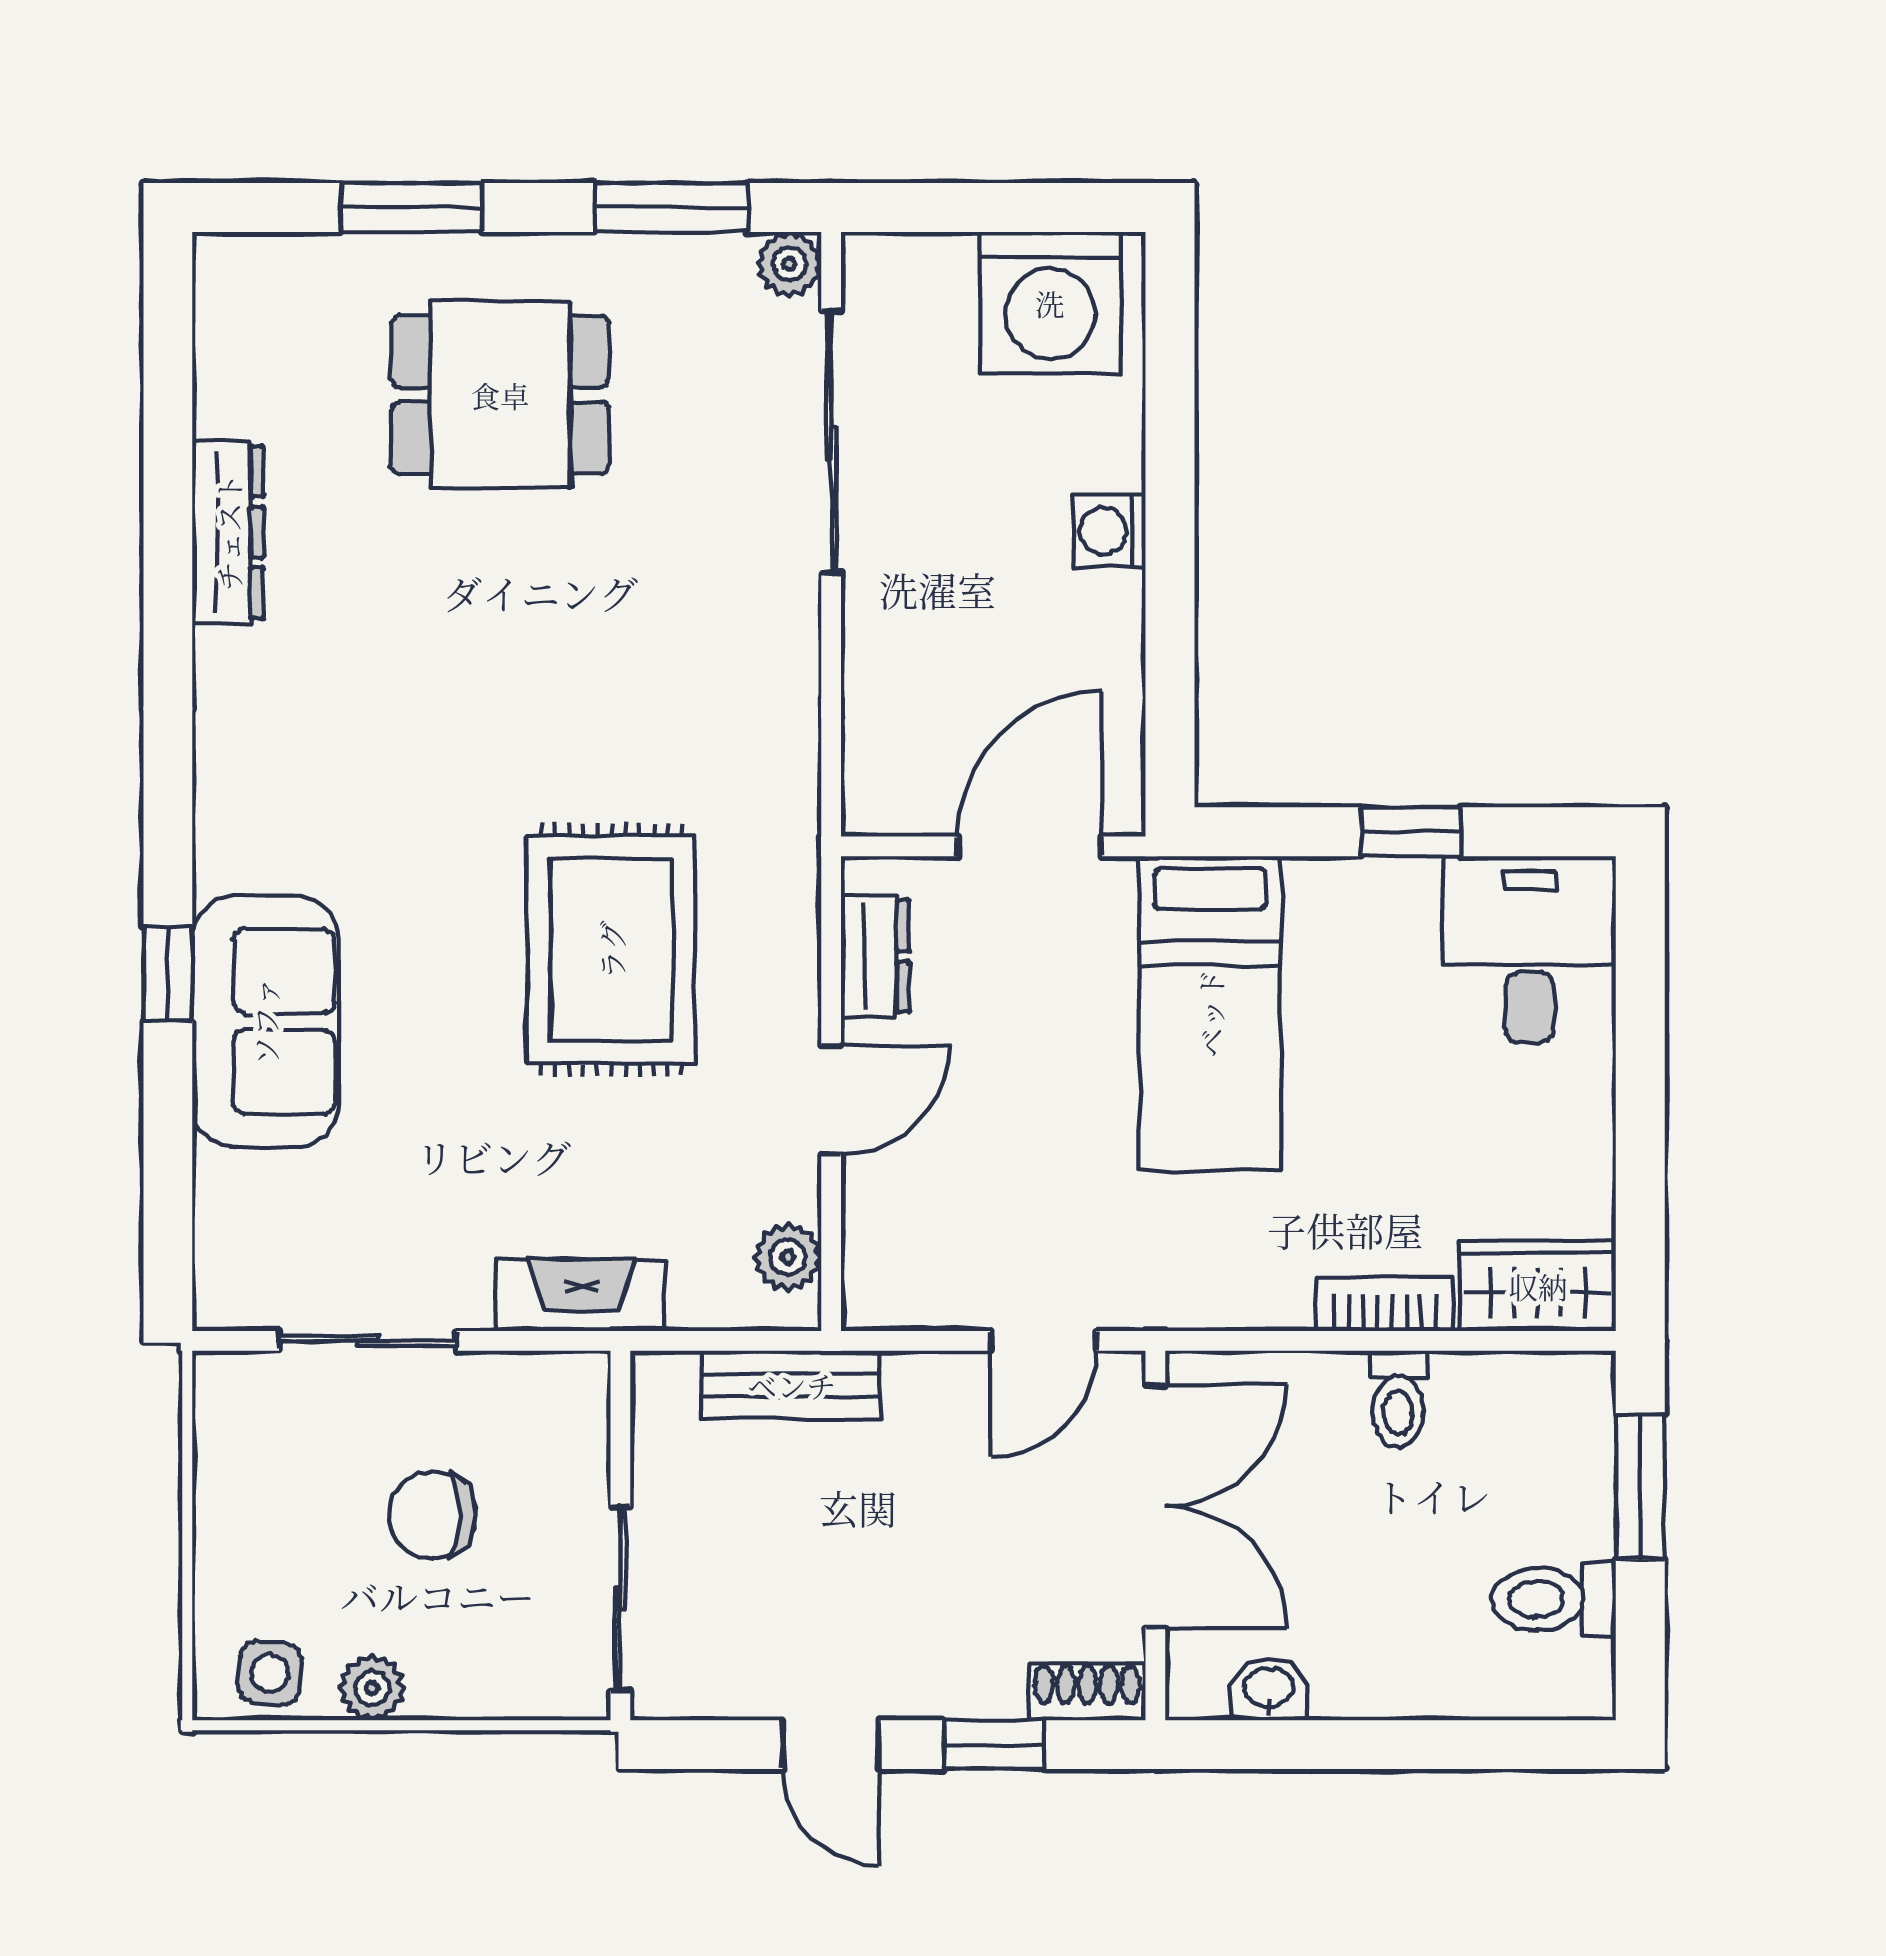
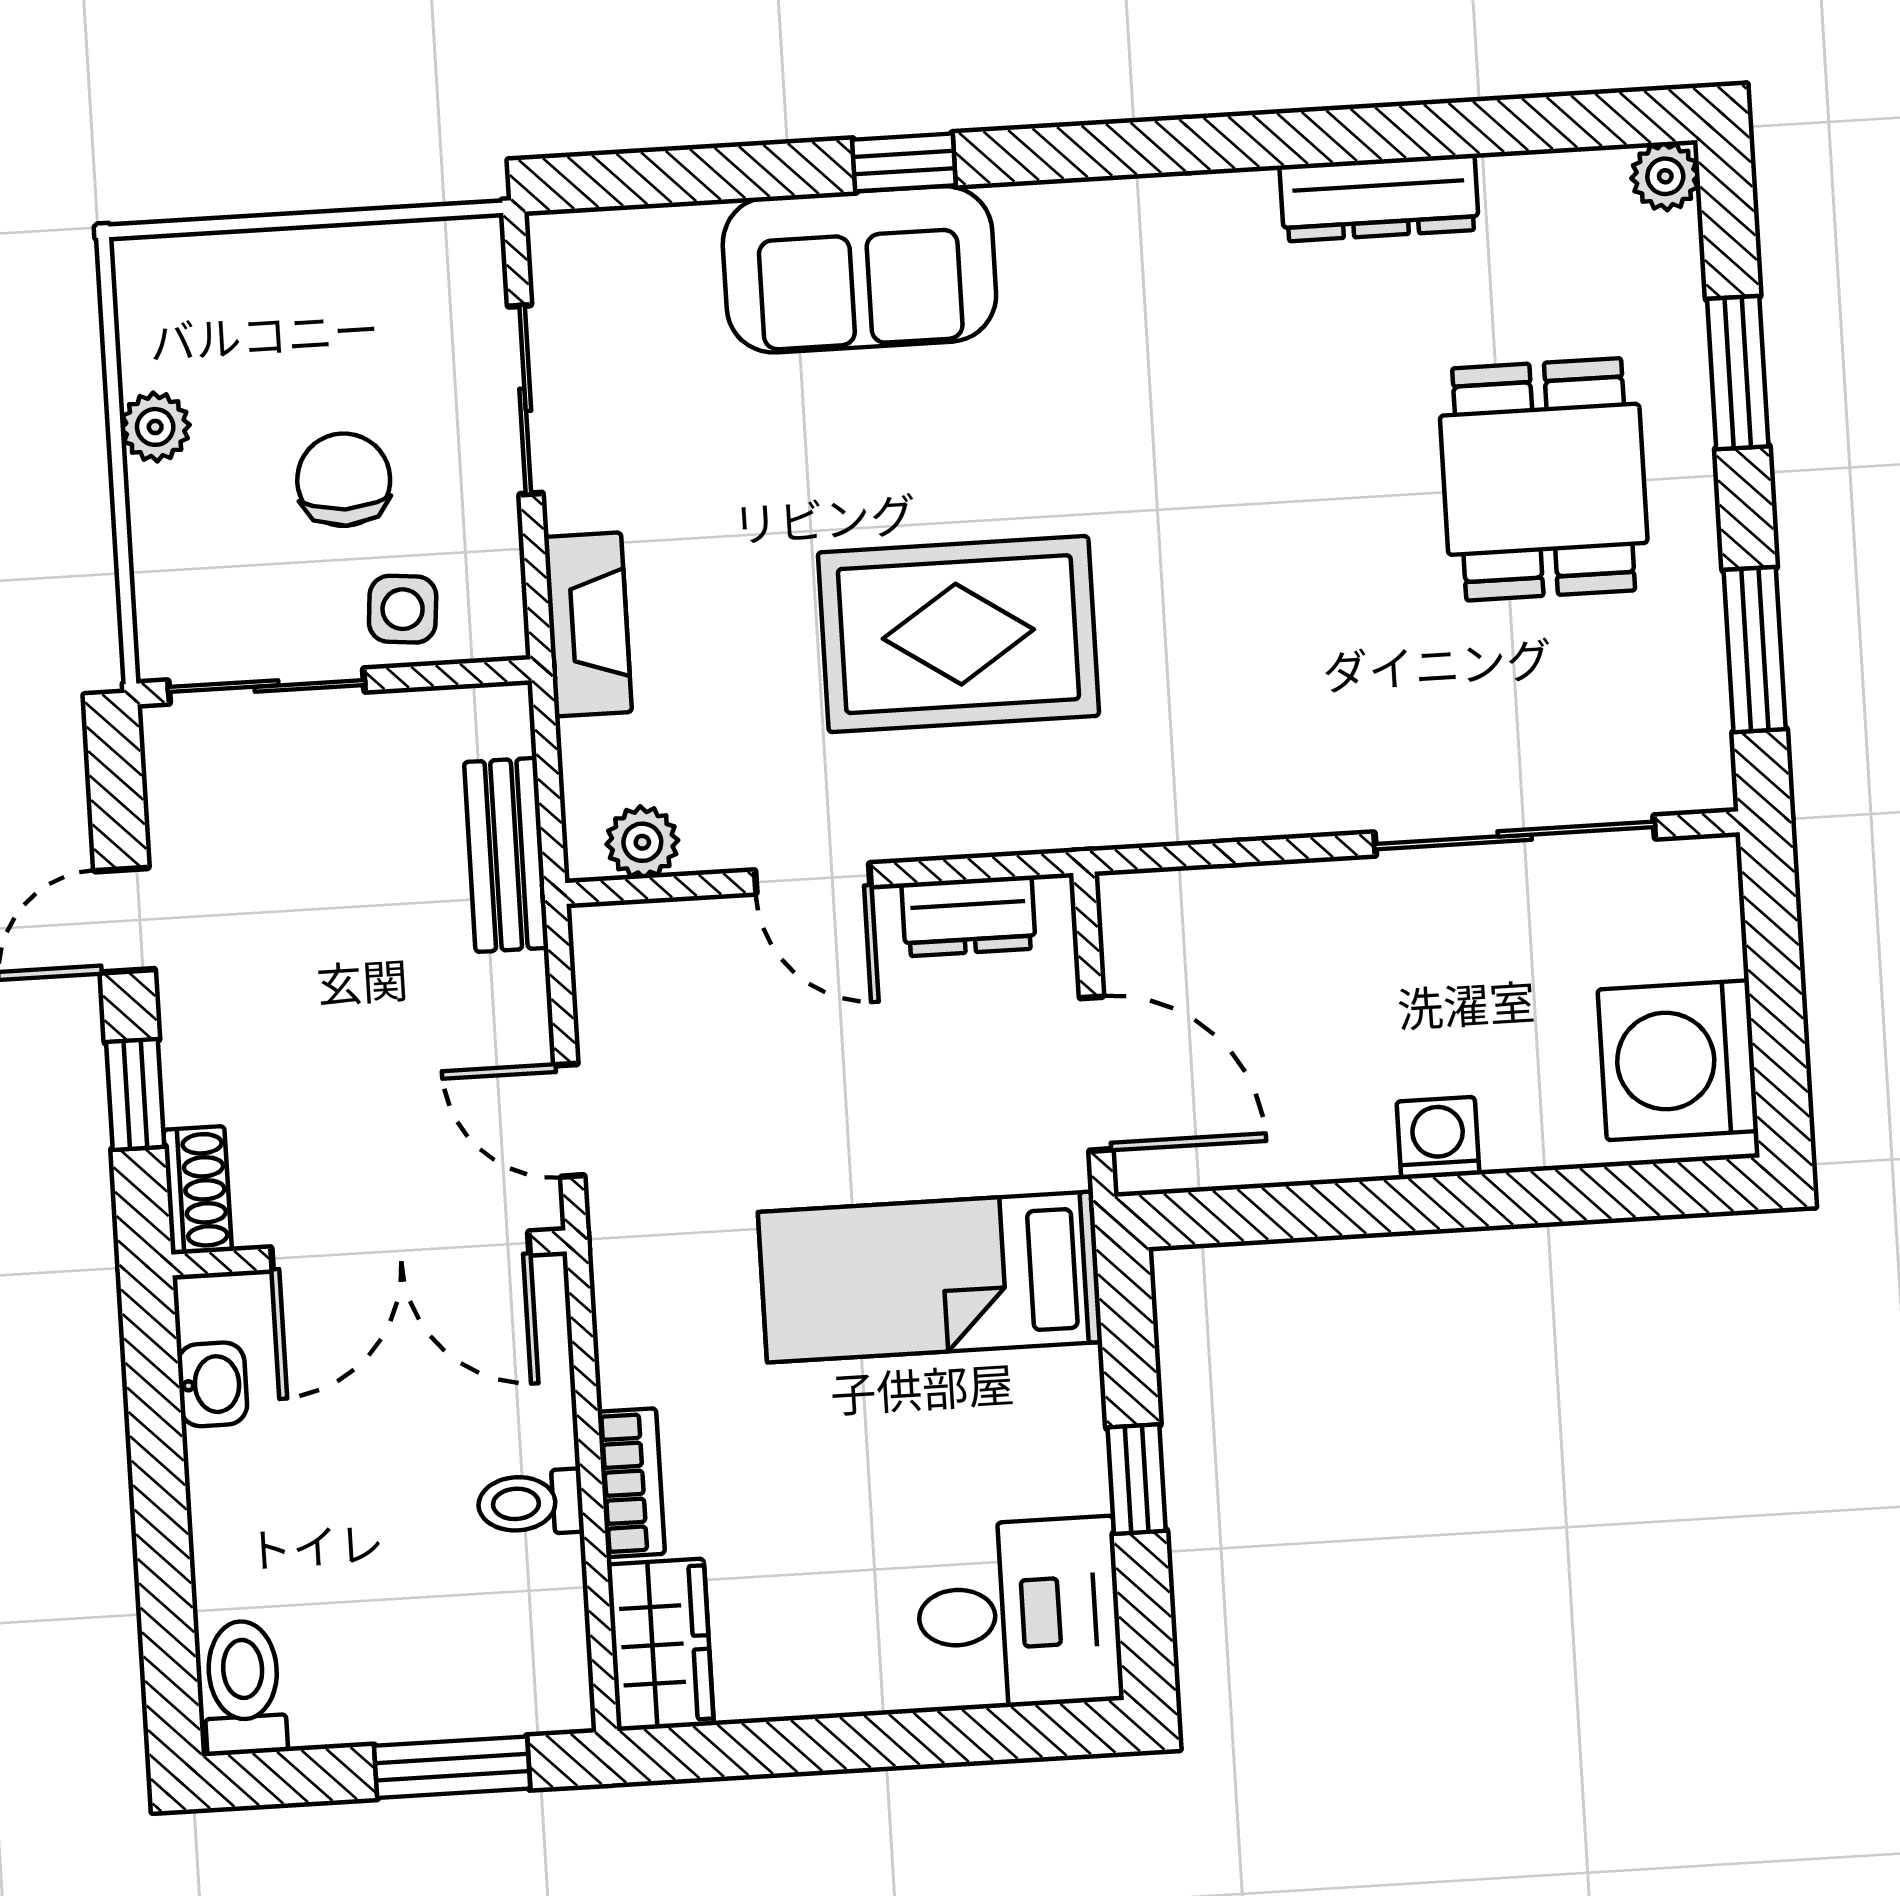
plant: (789, 264) -> (1665, 176), moved
toilet: (1554, 1599) -> (244, 1687), moved
side table: (270, 1673) -> (403, 609), moved

